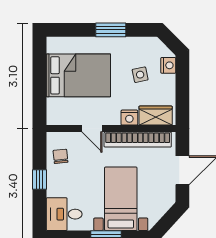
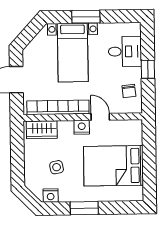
nightstand: (168, 65) -> (51, 196), moved, turned -90
nightstand: (129, 118) -> (82, 127), moved
desk: (64, 214) -> (125, 51), moved

